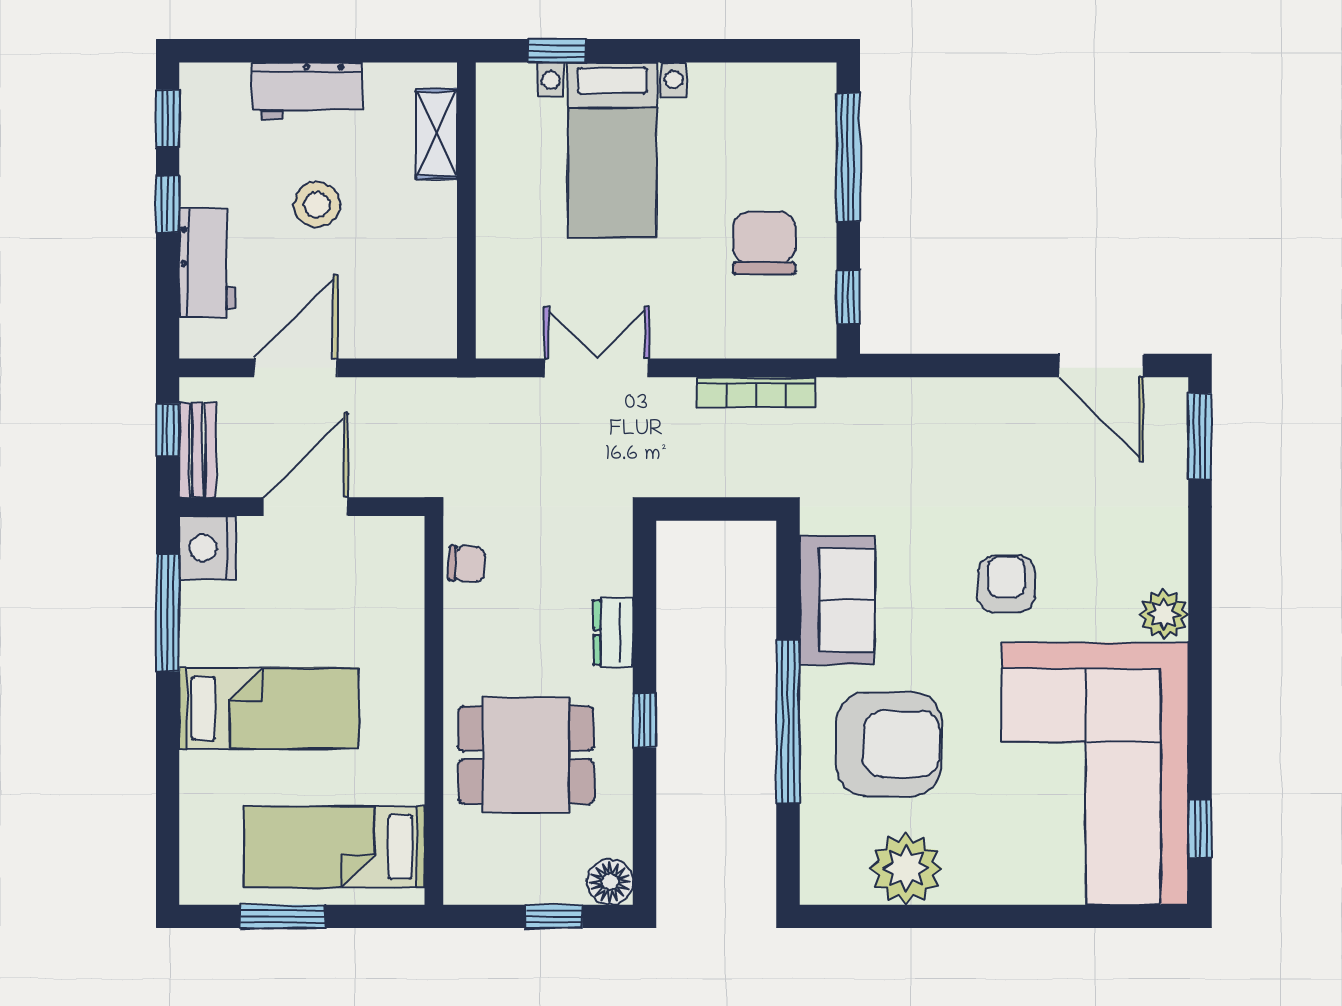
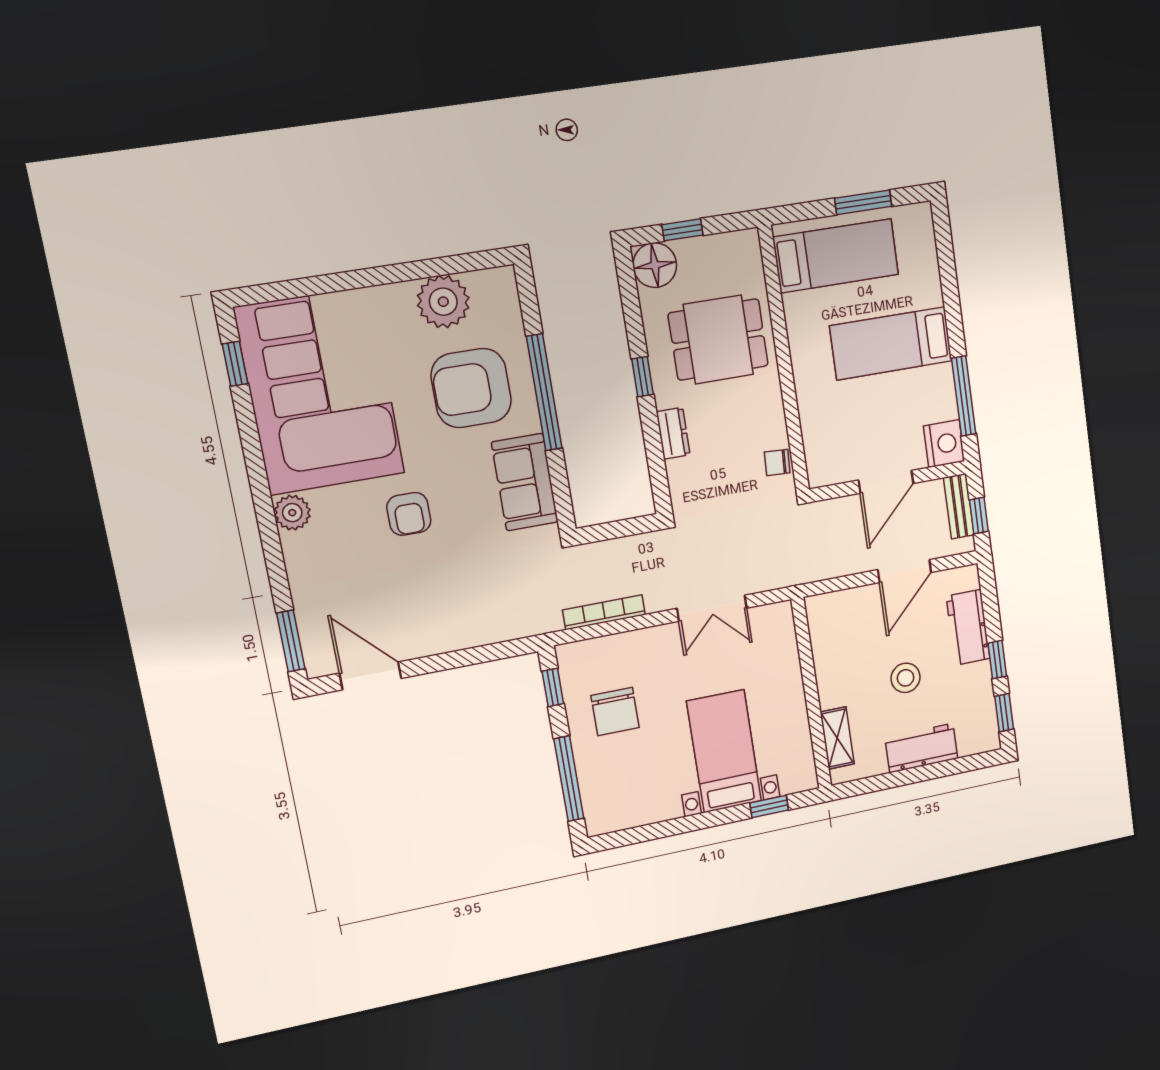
floor lamp: (610, 882) -> (655, 265), width x1.38, depth x1.38

